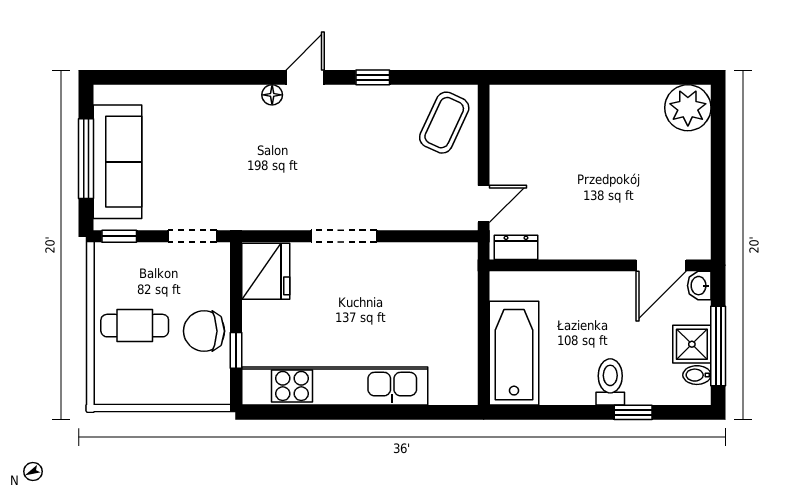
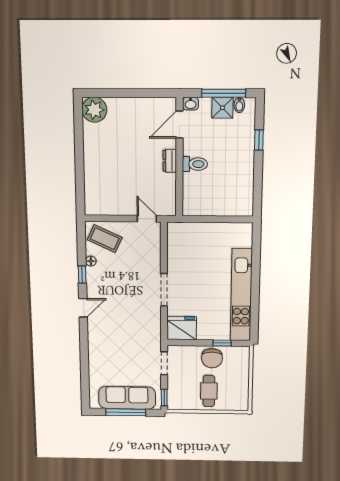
door: (305, 77) -> (83, 308), swing flipped
floor lamp: (272, 95) -> (91, 261), moved
dresser: (516, 247) -> (170, 161), moved
door: (661, 265) -> (179, 125), swing flipped
bathtub: (514, 353) -> (226, 203), removed
toilet: (610, 382) -> (195, 164), moved, turned 180

